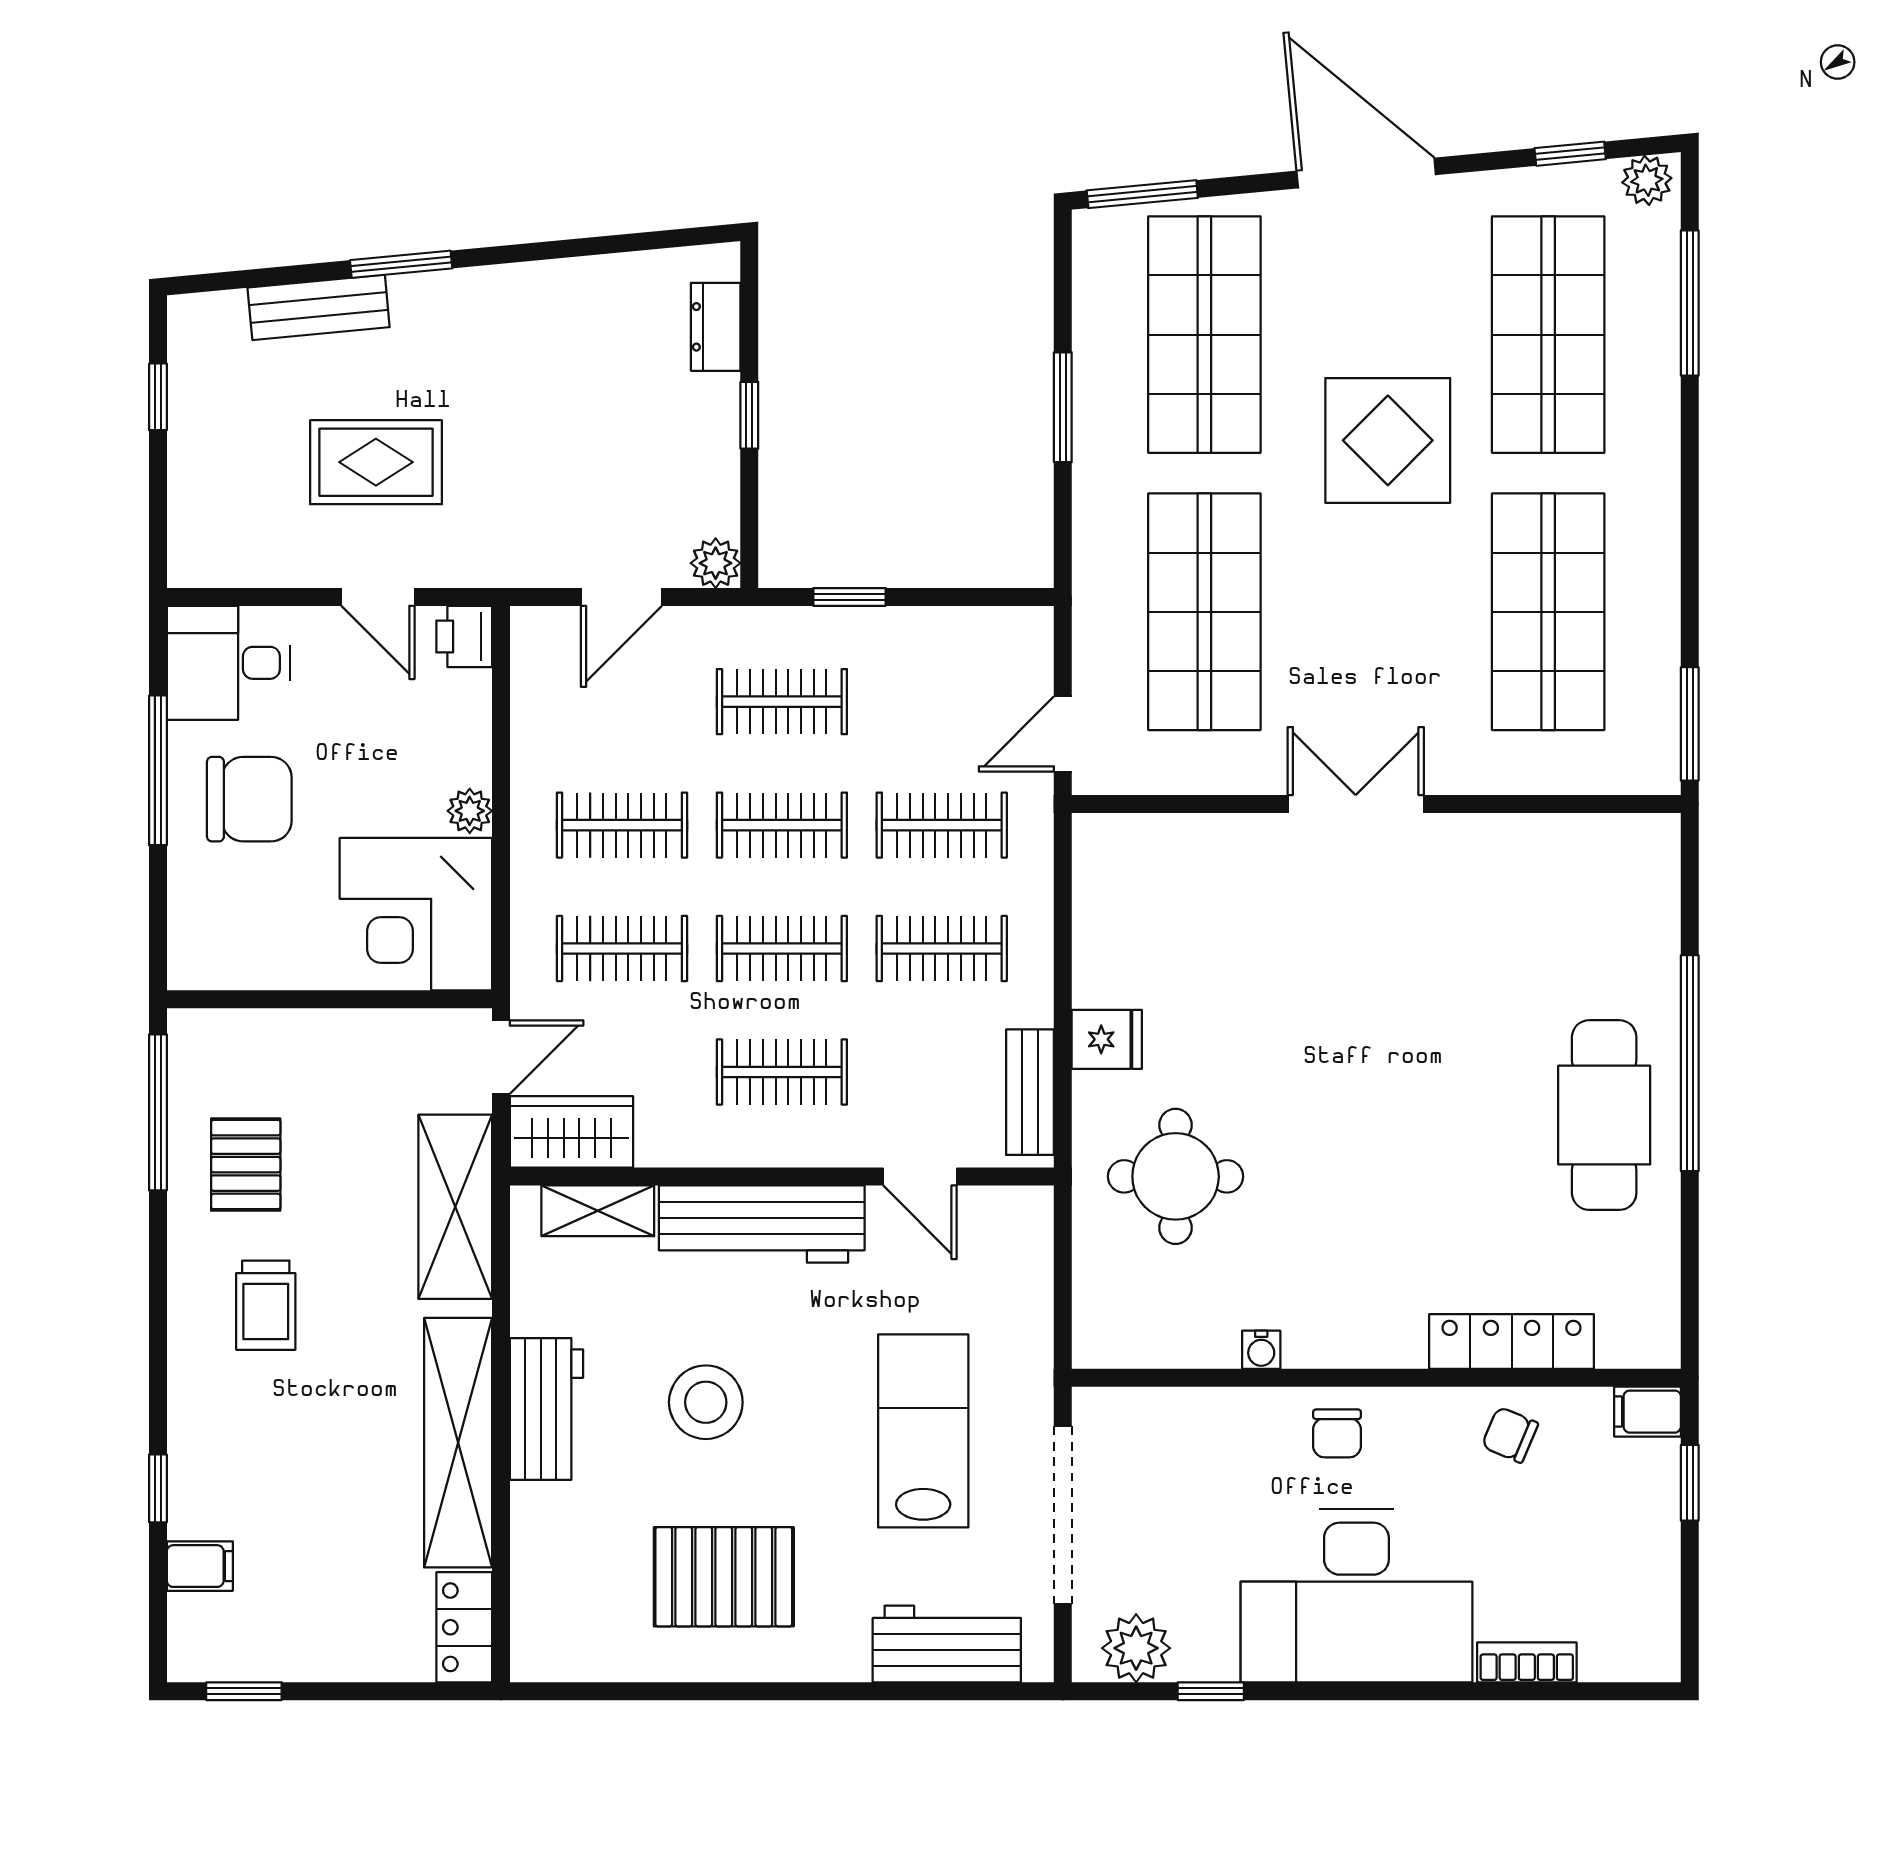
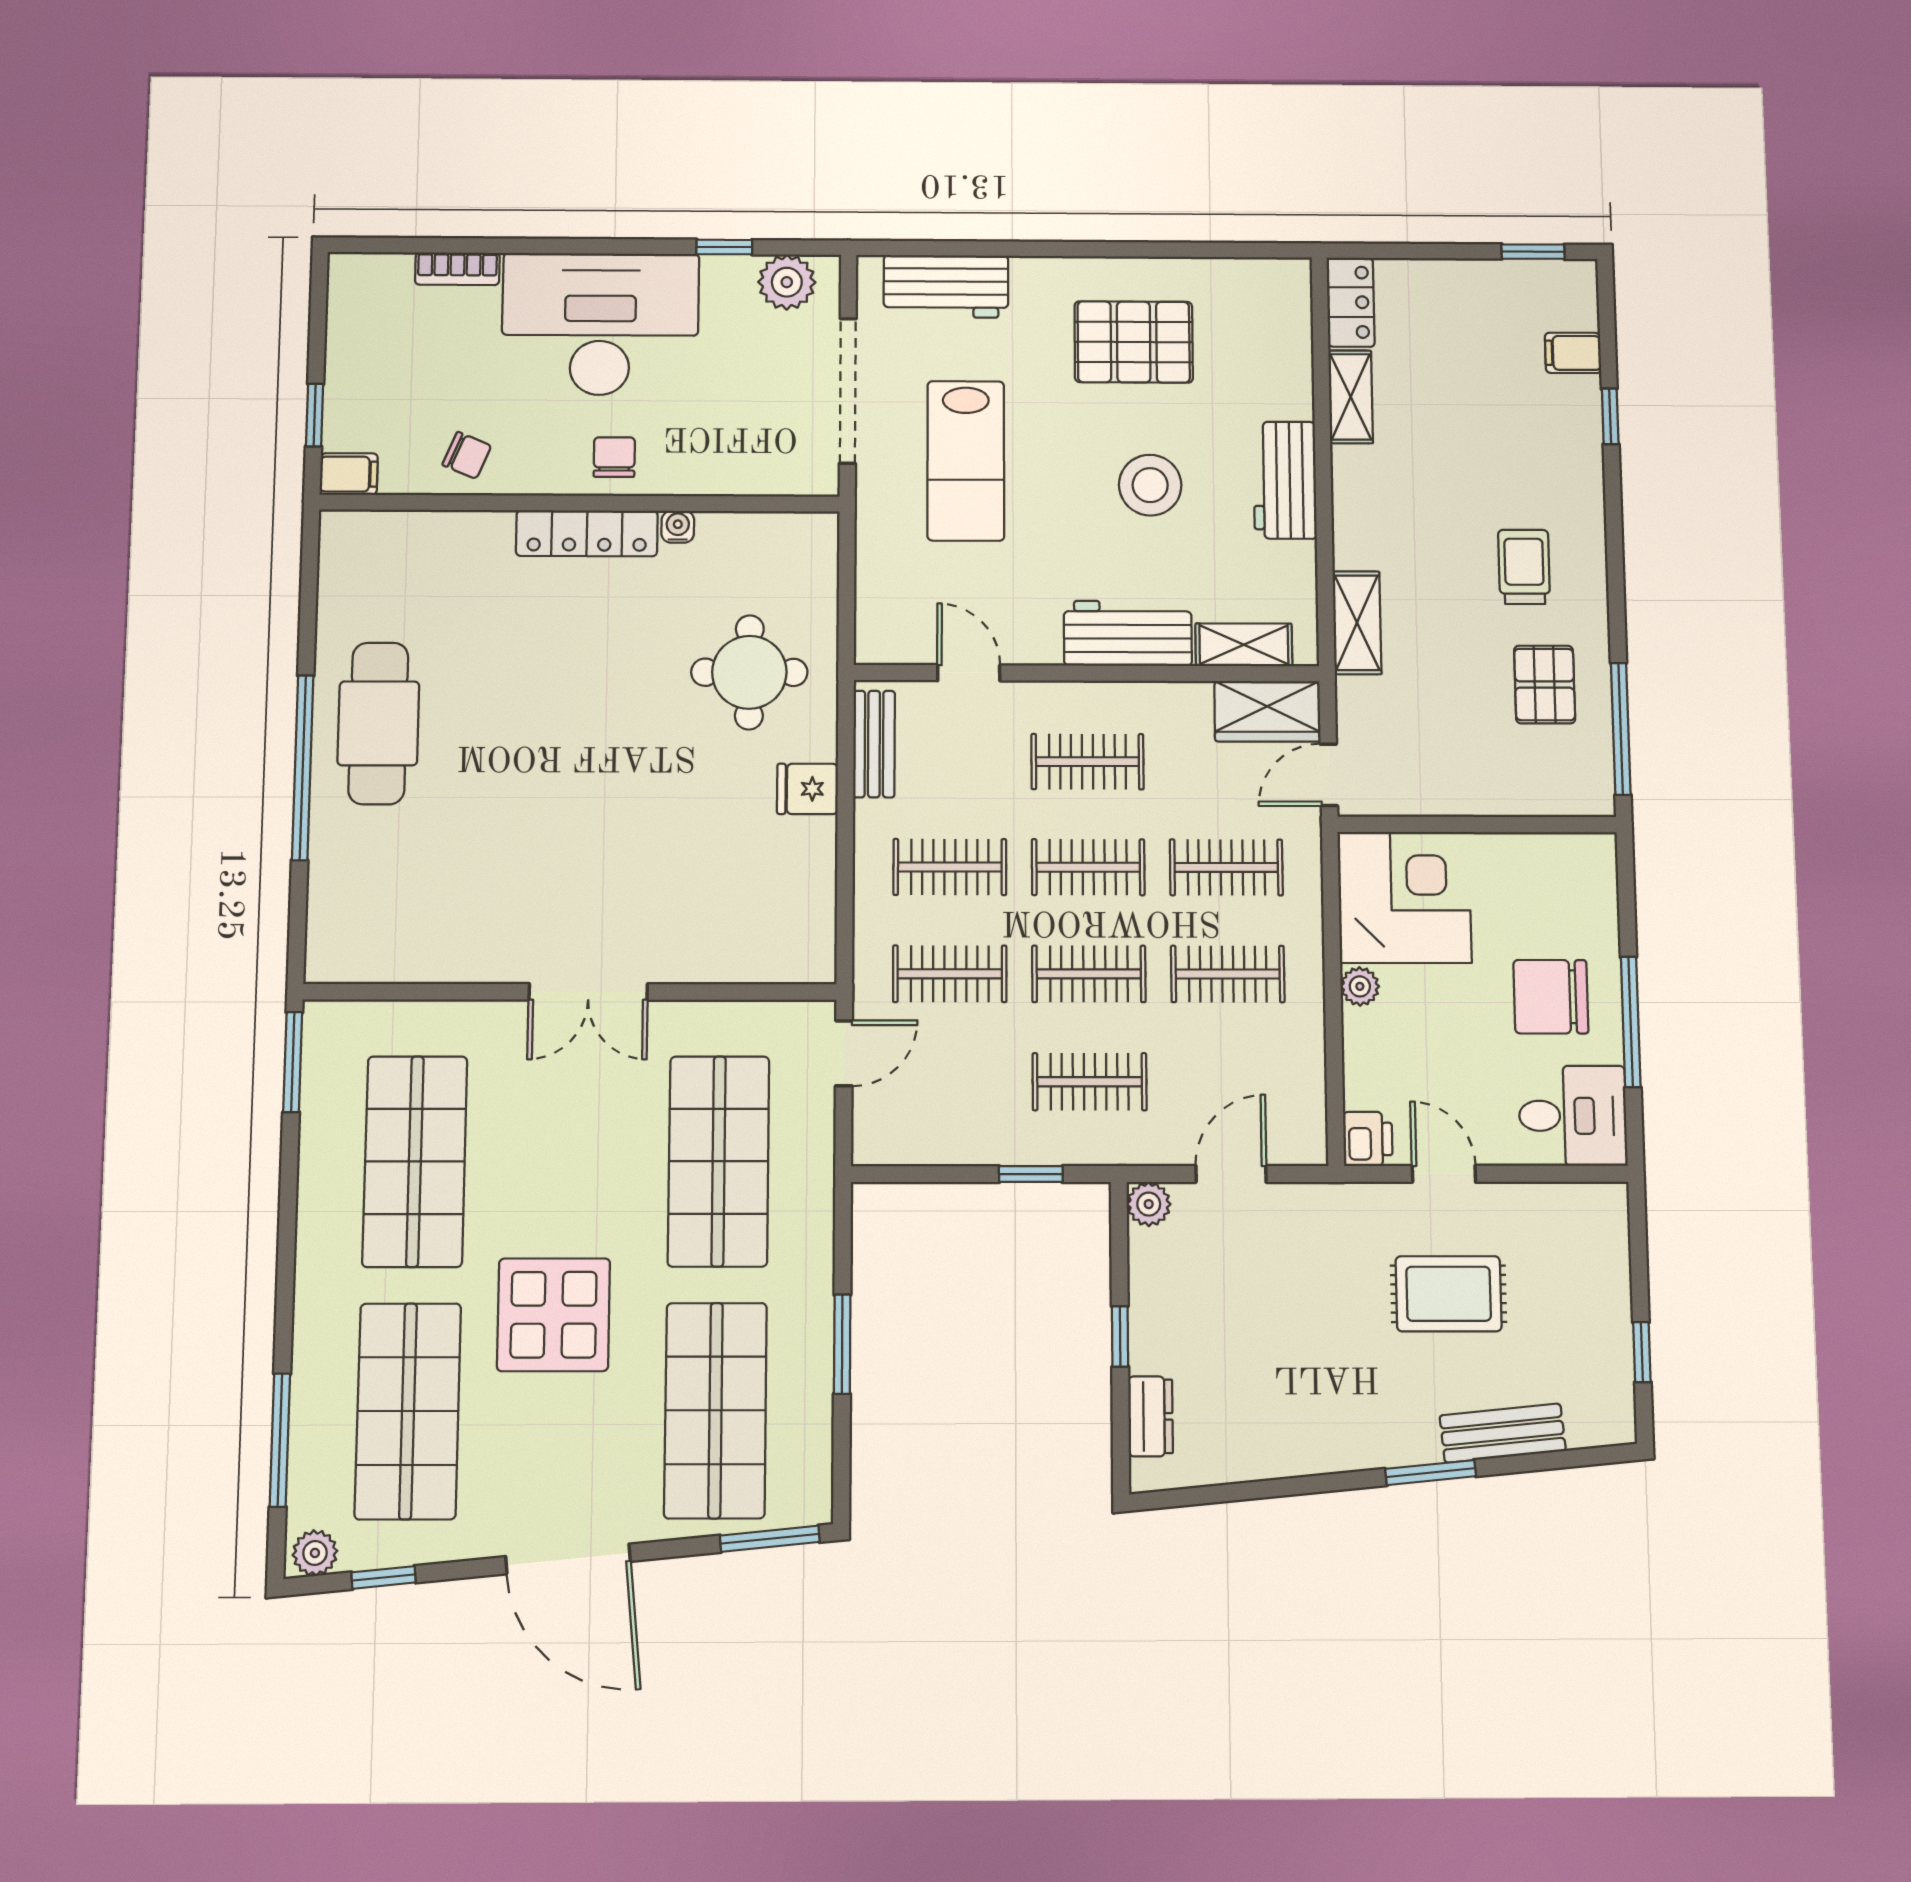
shelving: (455, 1207) -> (1357, 623), width x0.67, depth x0.75
workbench: (762, 1224) -> (1128, 633), width x0.73
locker: (1512, 1342) -> (587, 533), moved
shelving: (458, 1443) -> (1351, 397), width x0.45, depth x0.75

